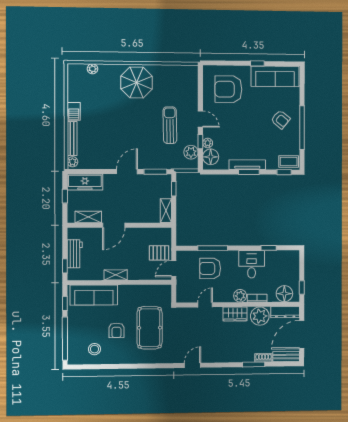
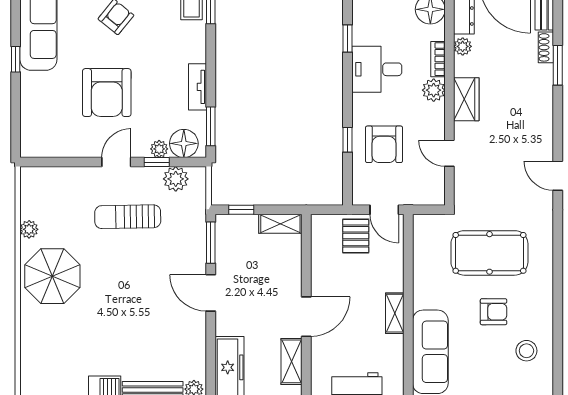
plant: (92, 69) -> (29, 229), moved
armchair: (228, 89) -> (107, 93), moved
tv unit: (247, 165) -> (198, 87), width x0.71
window: (249, 172) -> (211, 126), moved
door: (114, 225) -> (306, 317), hinge flipped
window: (213, 248) -> (347, 140), width x0.46
plant: (260, 316) -> (463, 46), width x0.53, depth x0.53

